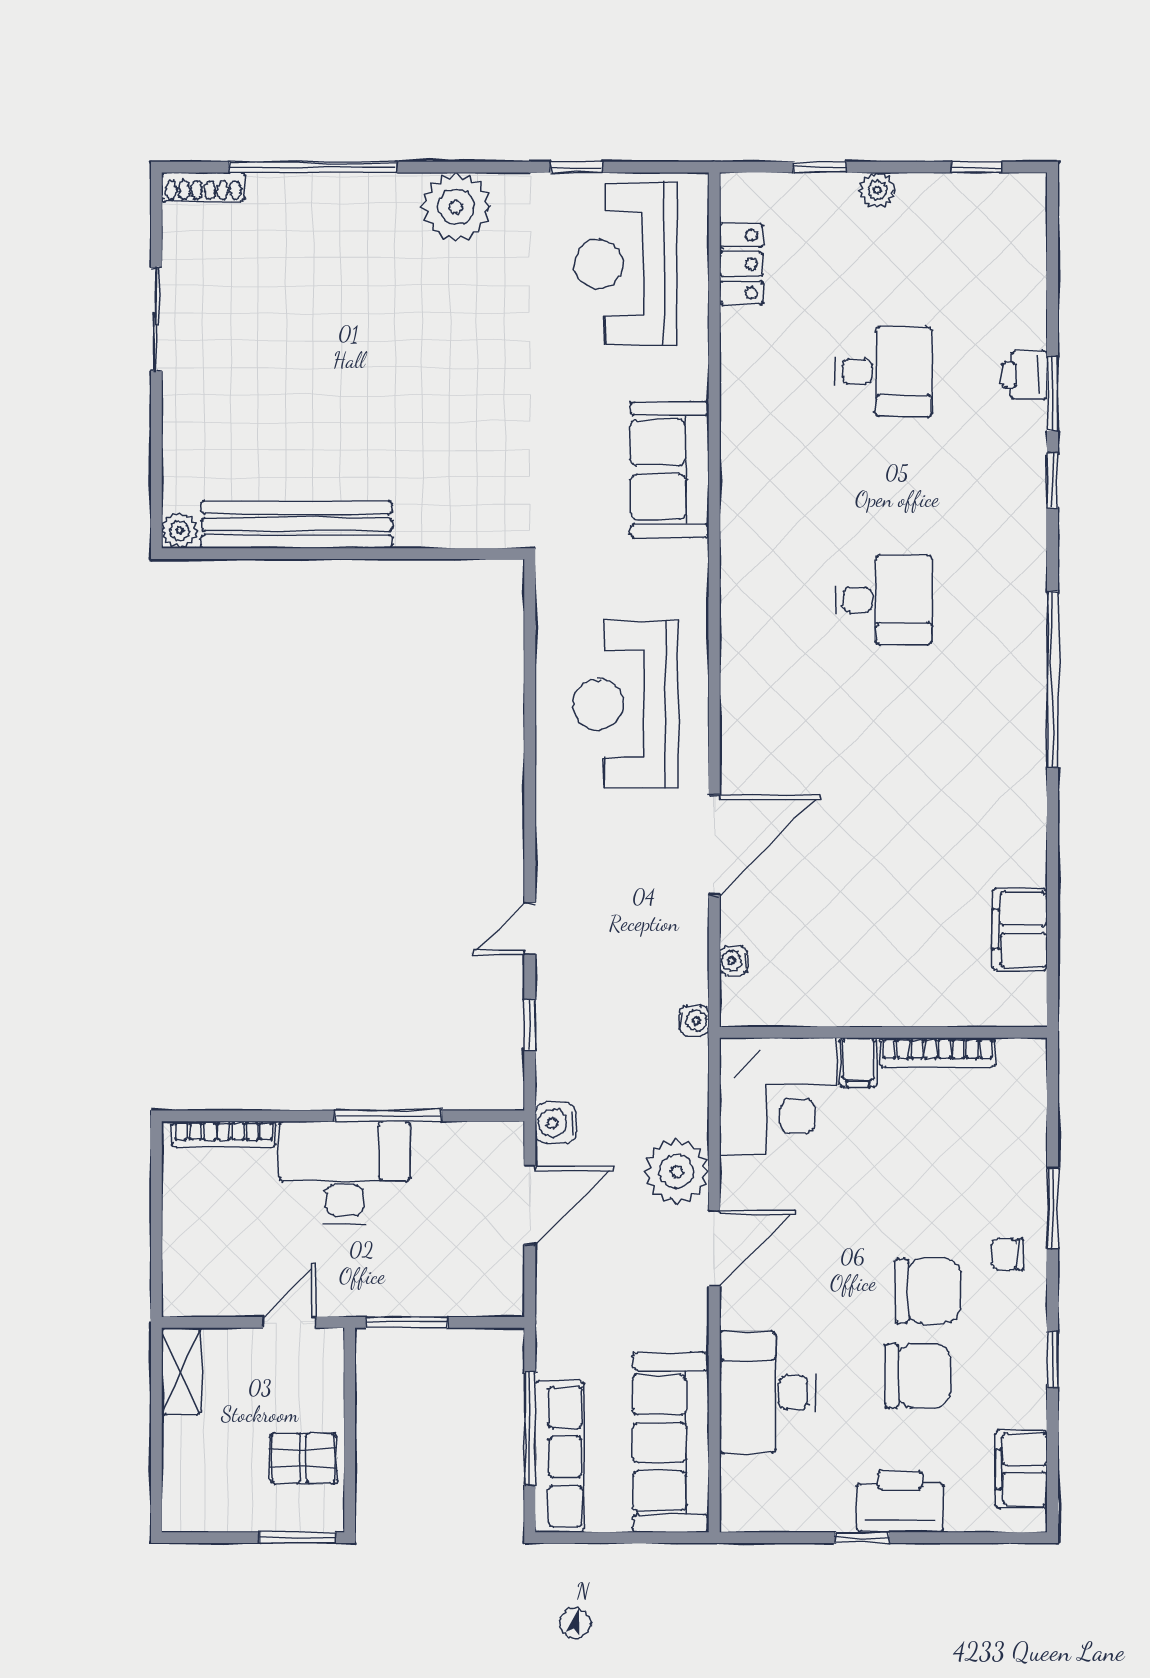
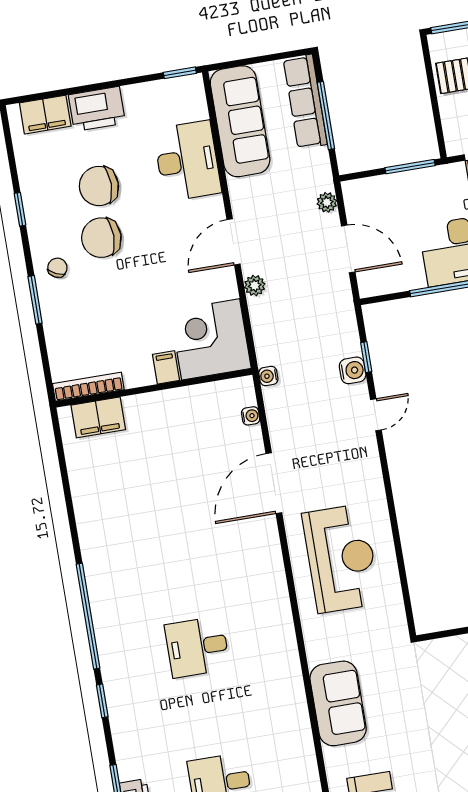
window: (1053, 481) -> (102, 701), moved
filing cabinet: (1020, 929) -> (98, 417), moved, turned 90
bookcase: (938, 1052) -> (88, 387), moved
water cooler: (556, 1123) -> (353, 370), moved
plant: (677, 1172) -> (255, 286), width x0.53, depth x0.53
door: (530, 1206) -> (348, 249), swing flipped
chair: (1007, 1254) -> (57, 268), turned -65
plant: (552, 1287) -> (327, 202), added
filing cabinet: (1021, 1469) -> (45, 115), moved, turned 90
window: (862, 1538) -> (180, 73), moved

